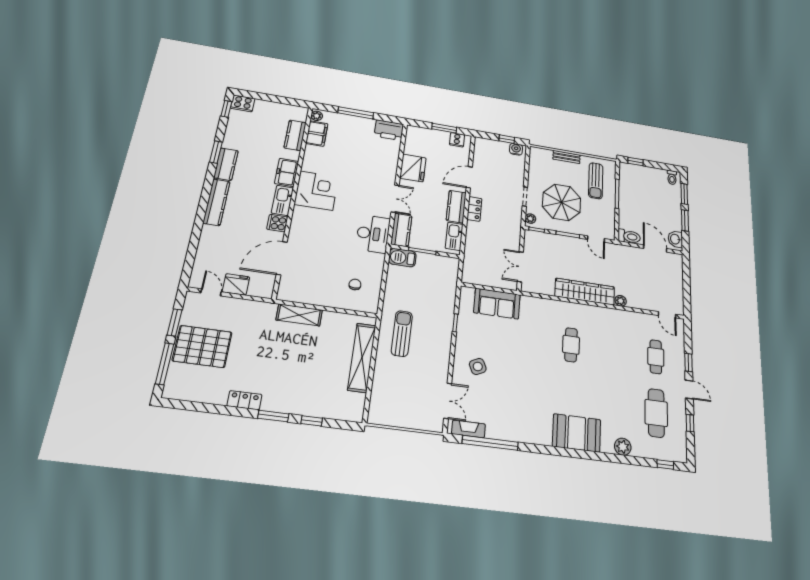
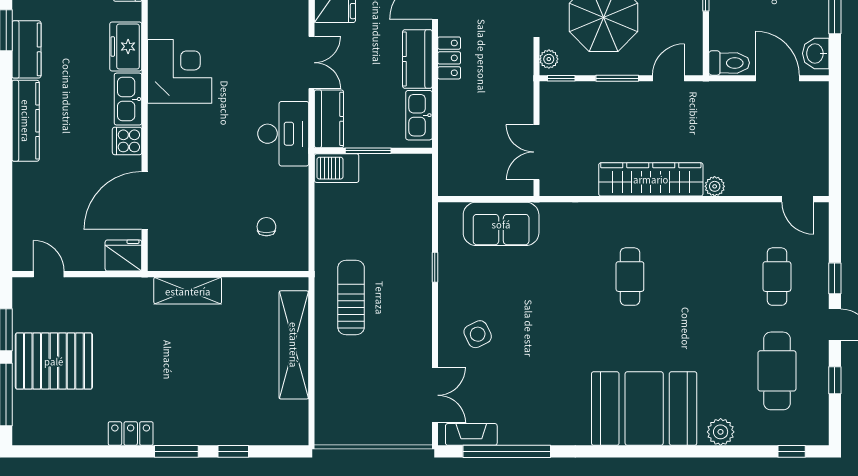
door: (596, 239) -> (668, 78), swing flipped
fridge: (236, 284) -> (123, 256), moved
booth: (577, 433) -> (644, 408), width x1.36, depth x1.42

